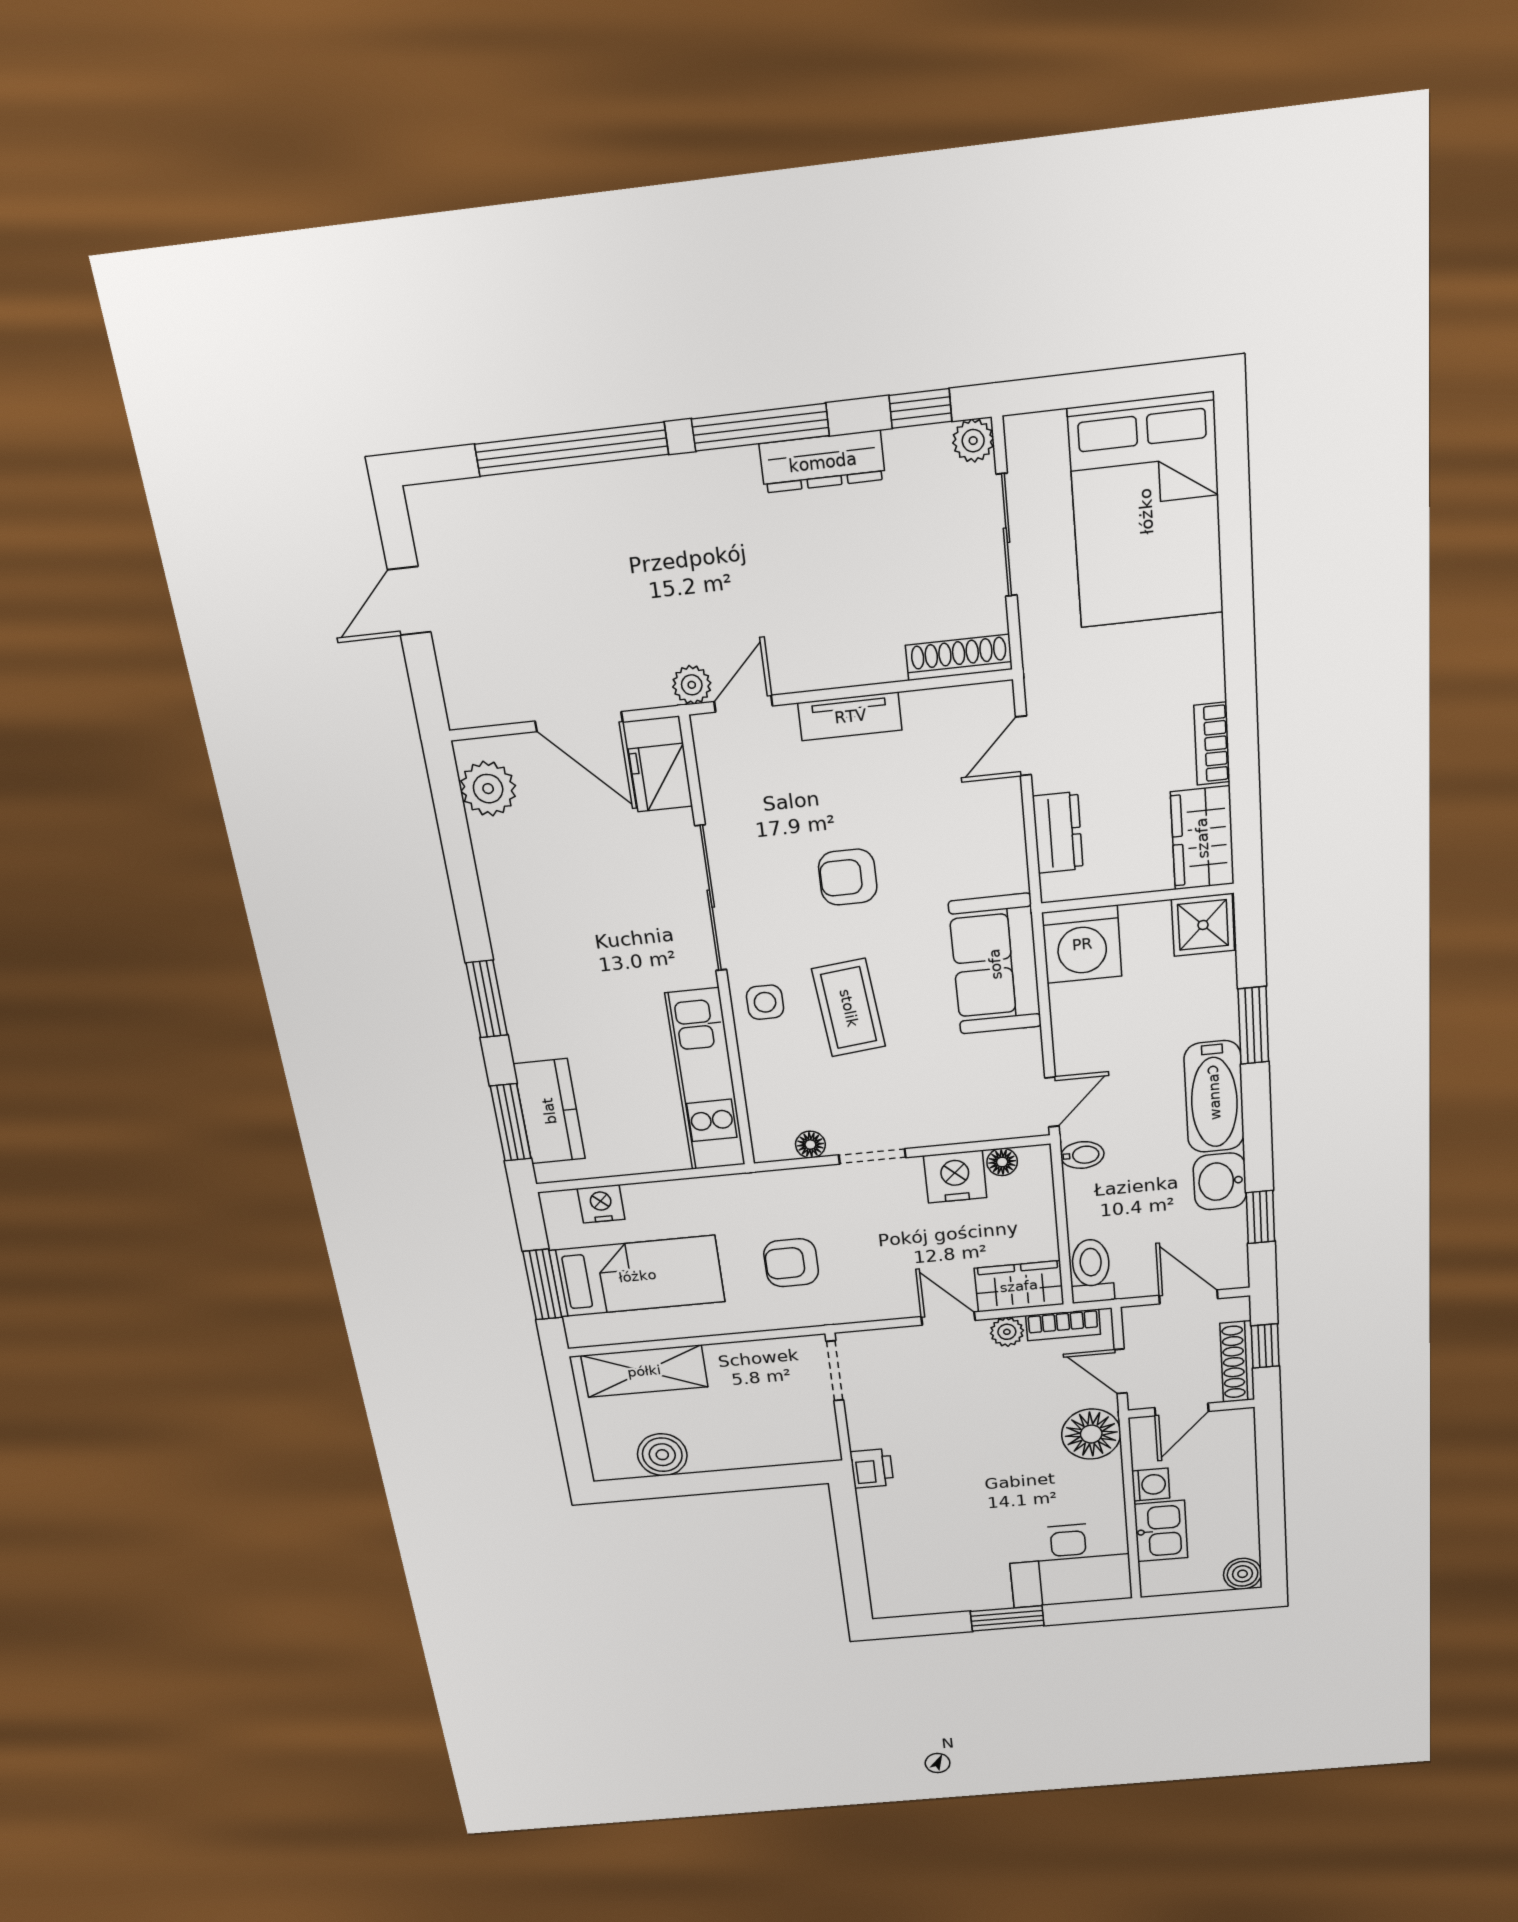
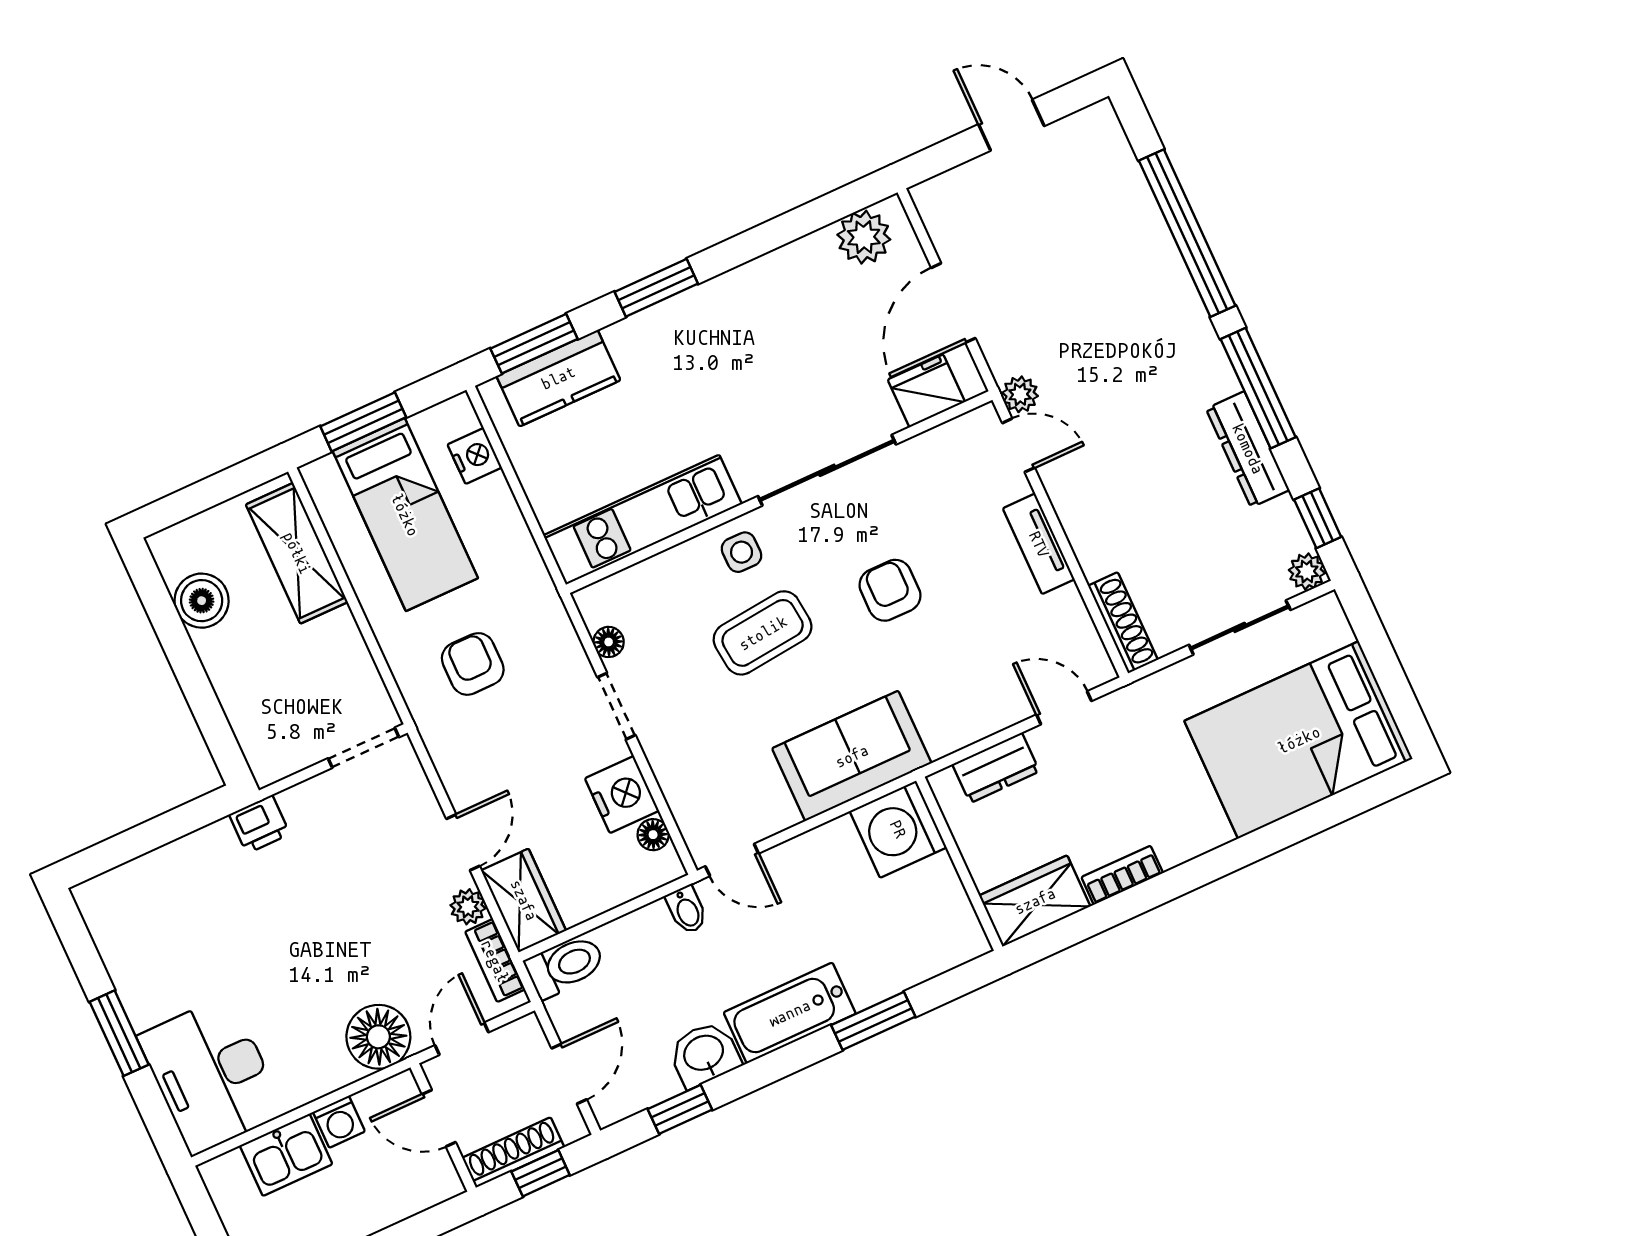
shower: (1203, 925) -> (954, 934), removed

